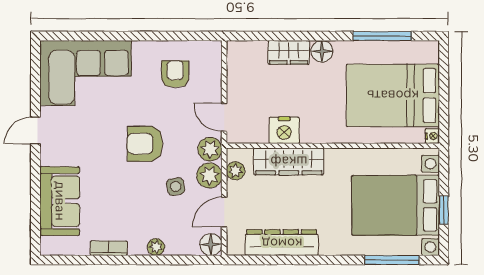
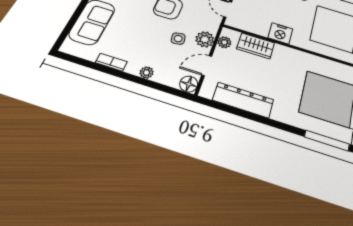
nightstand: (284, 130) -> (280, 33), moved
plant: (210, 149) -> (211, 24), removed
wardrobe: (289, 161) -> (256, 46), width x0.67

